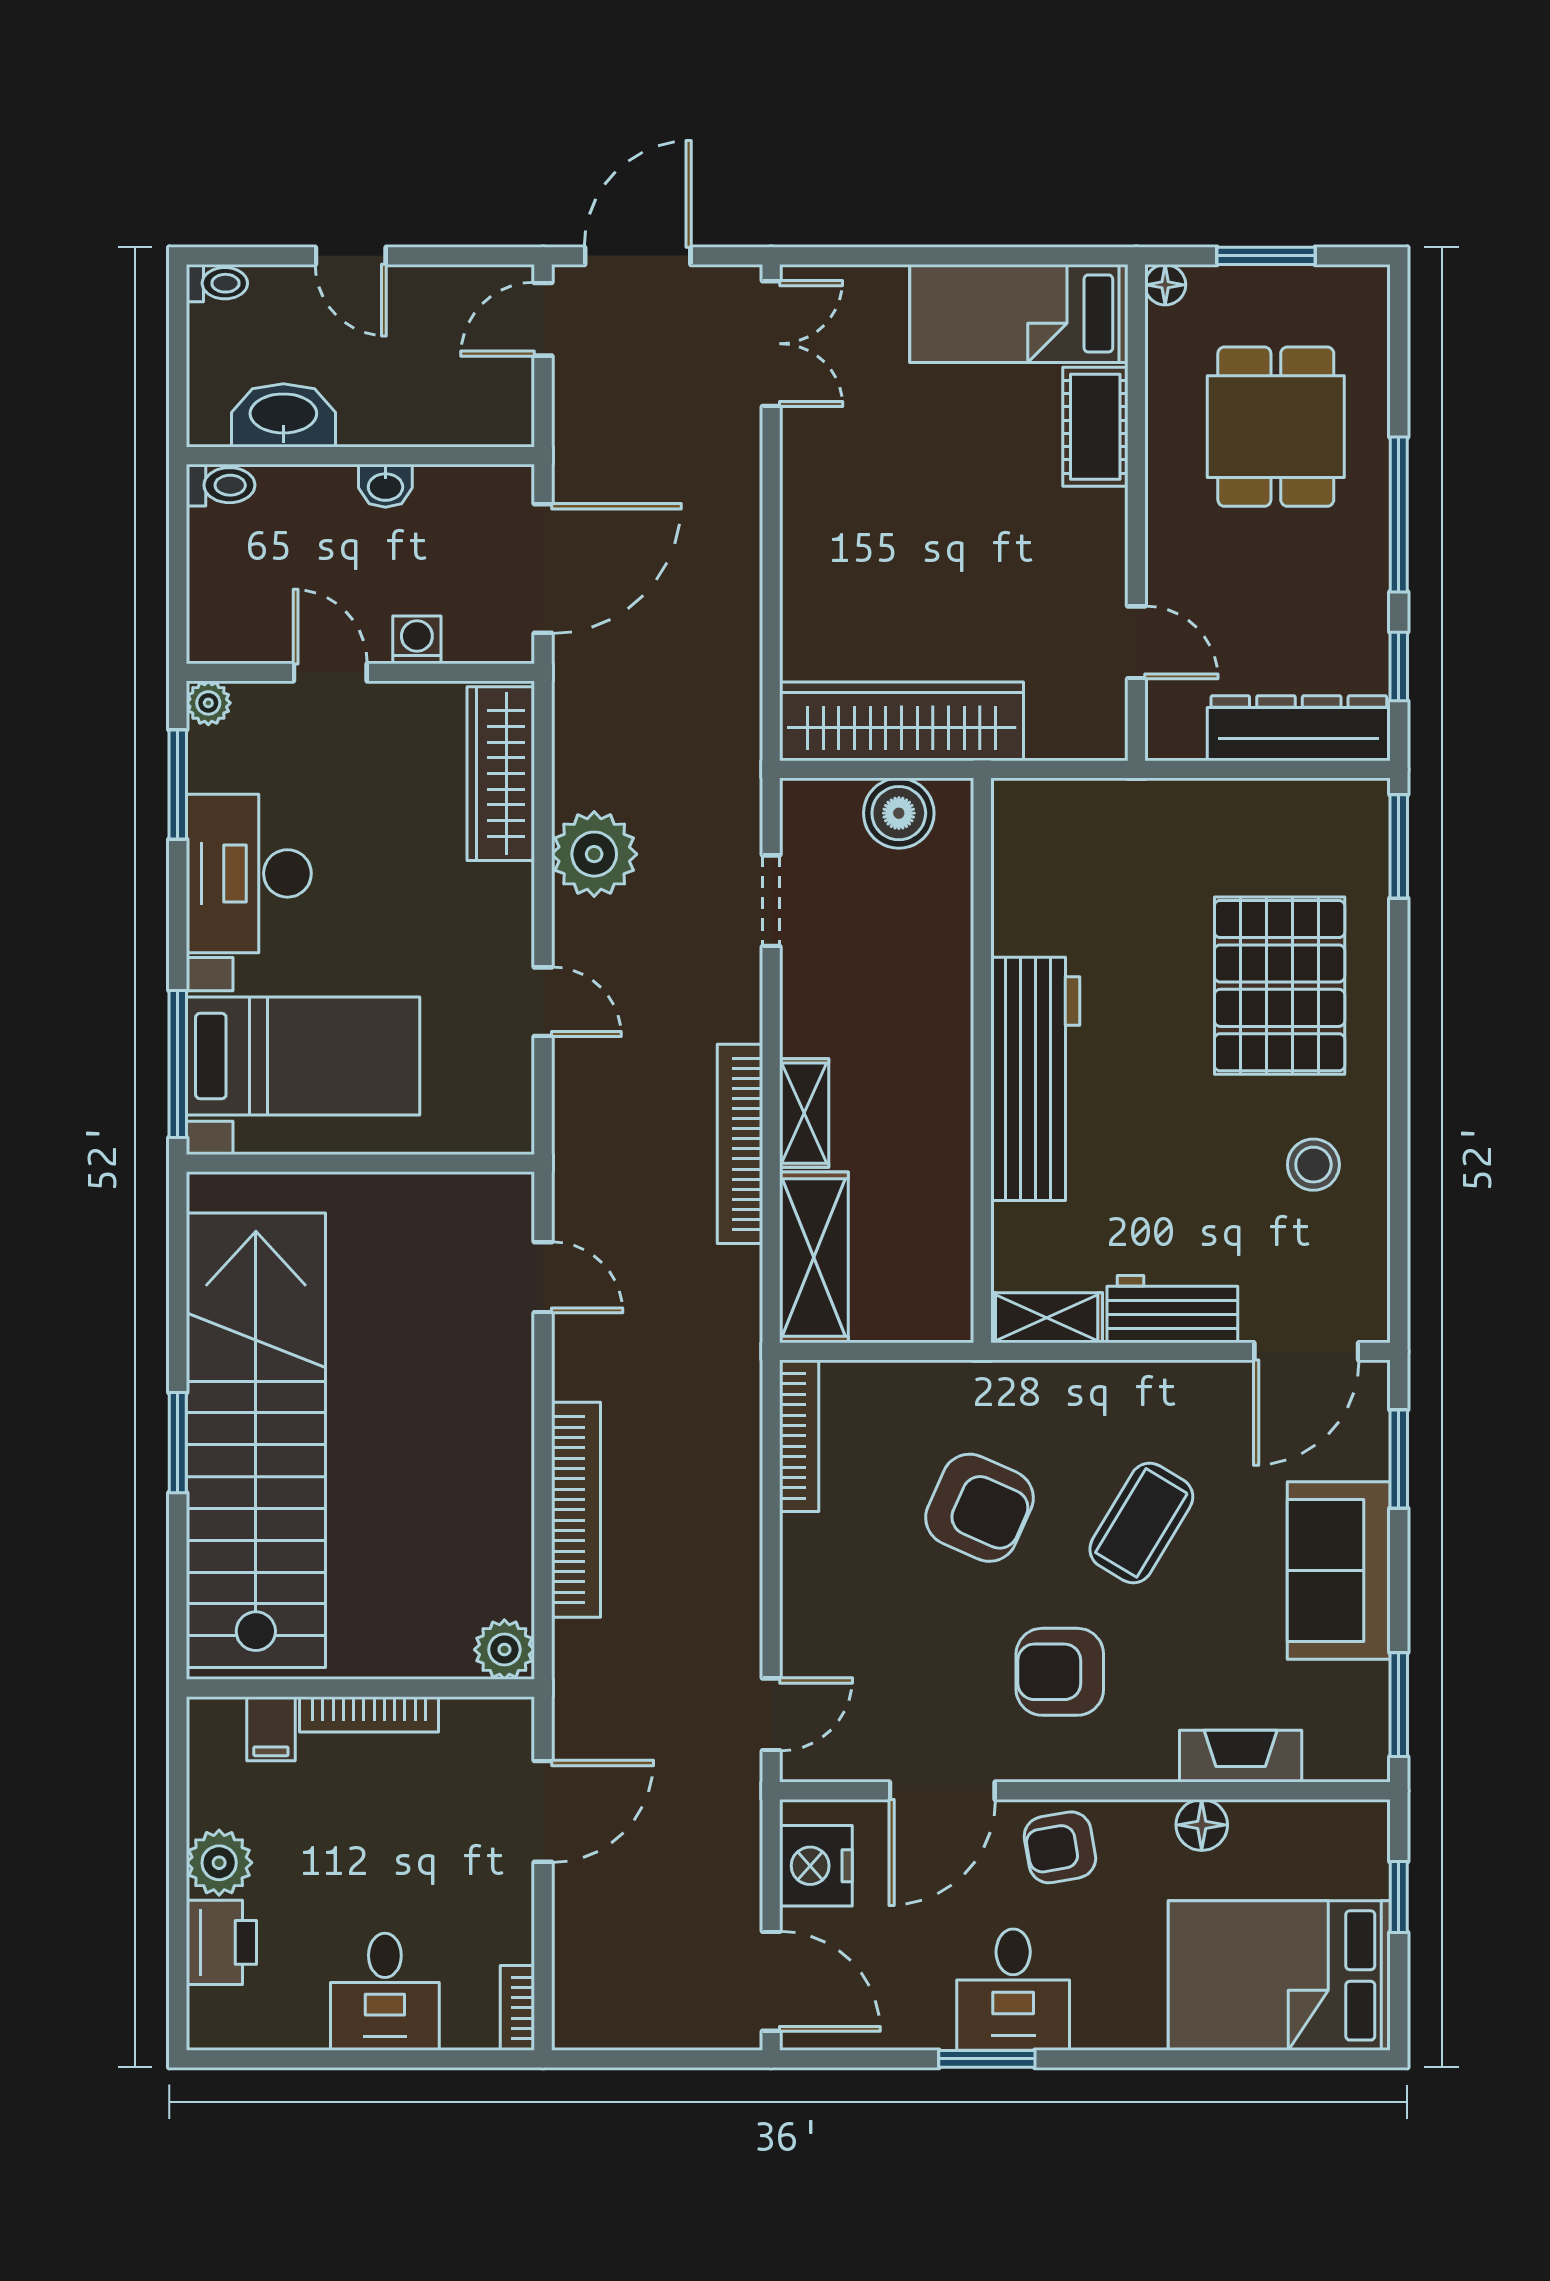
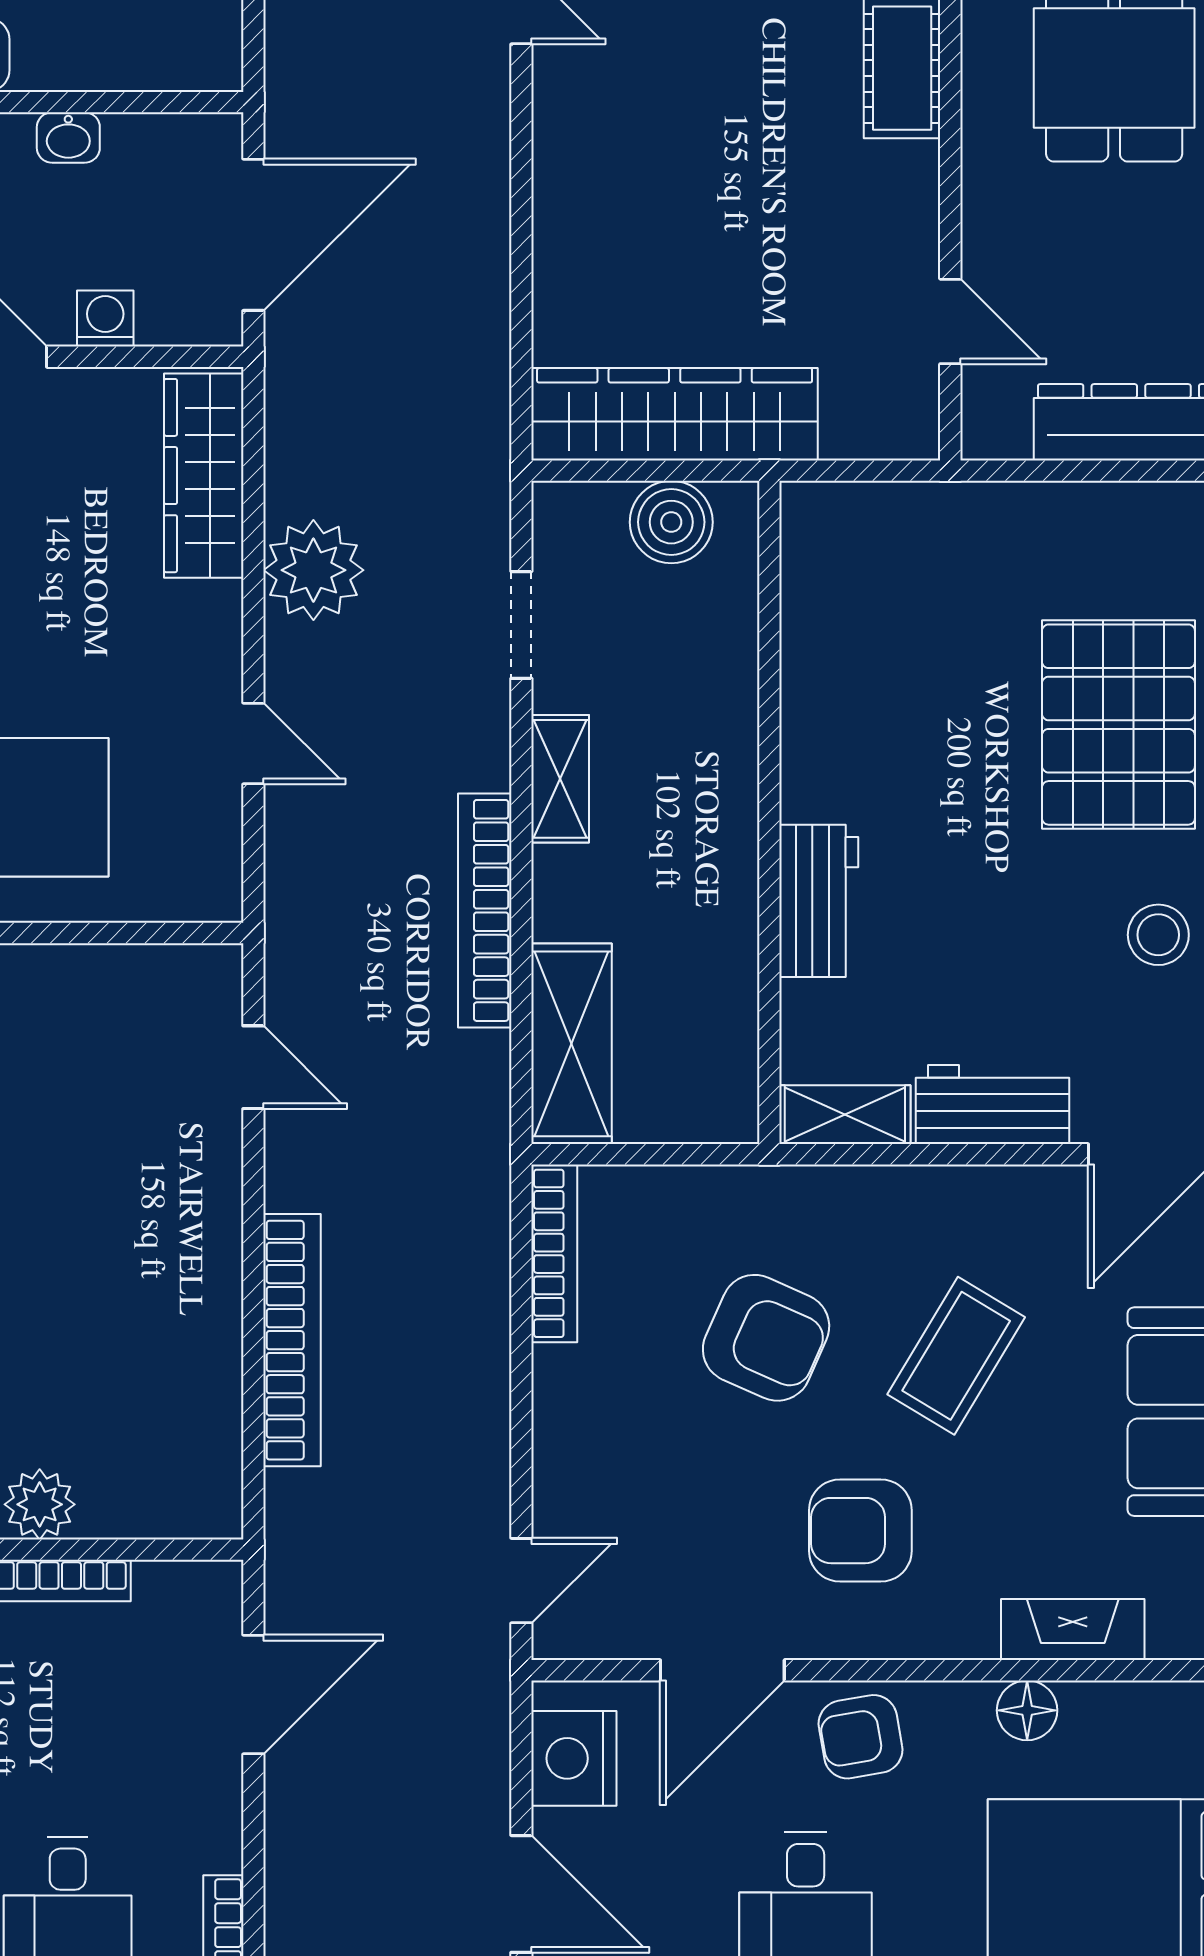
workbench: (1035, 1079) -> (819, 901), width x0.53, depth x0.76
shelving: (804, 1113) -> (560, 779), moved
plant: (504, 1650) -> (40, 1504), moved

